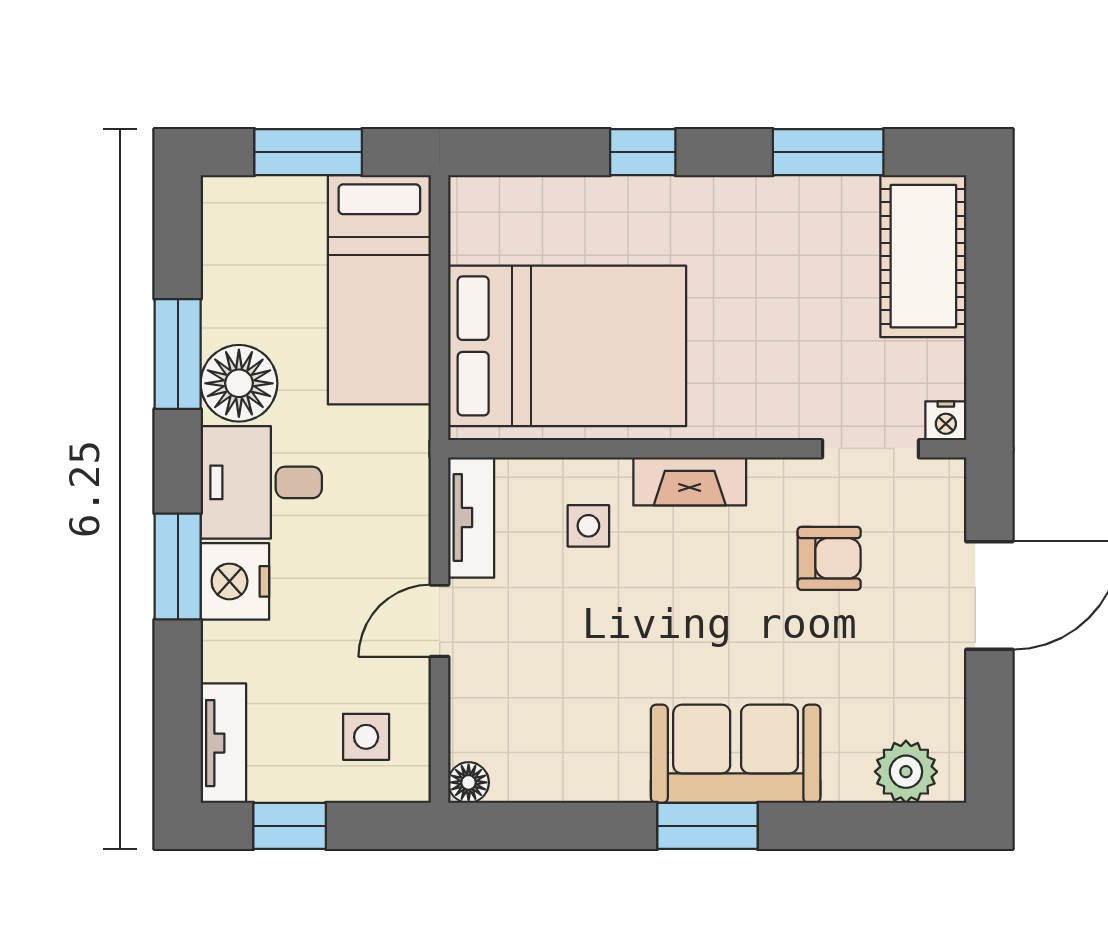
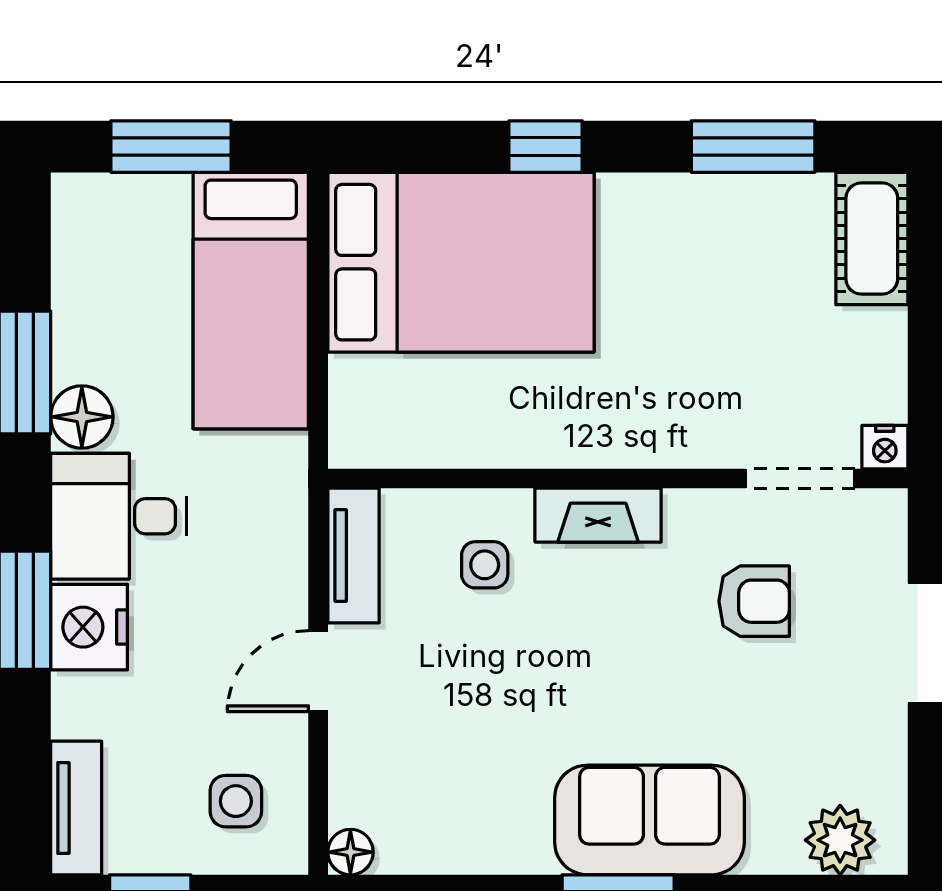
cot: (923, 256) -> (872, 239), width x0.73, depth x0.75
bed: (567, 346) -> (461, 262), moved
floor lamp: (239, 383) -> (82, 417), width x0.73, depth x0.73

